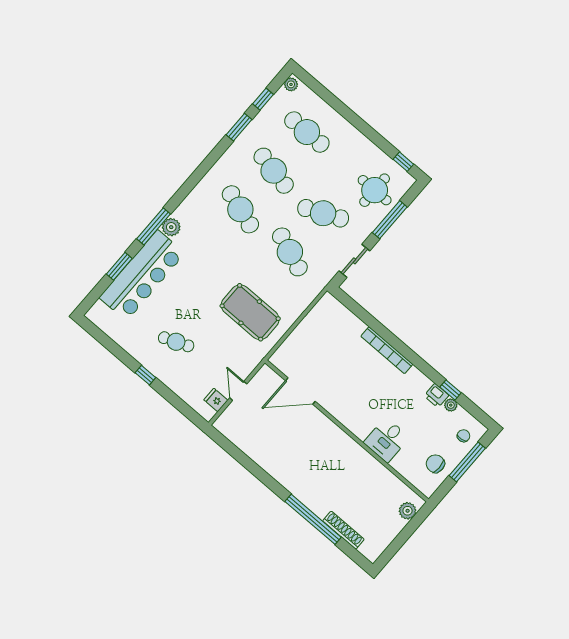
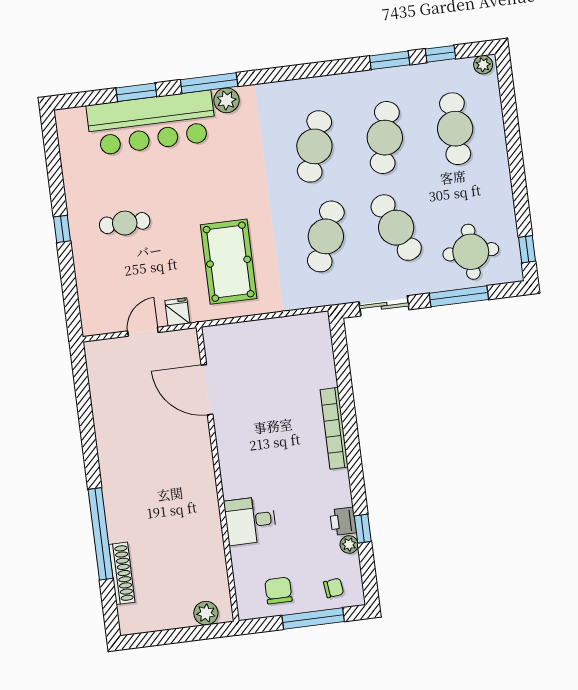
cafe table: (176, 342) -> (125, 223), turned -68
fridge: (216, 400) -> (177, 312), moved

